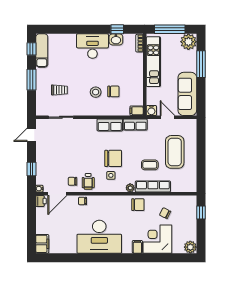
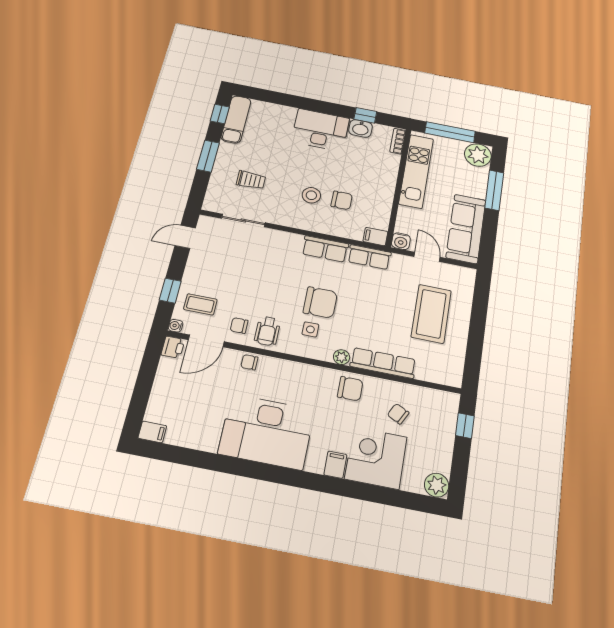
coffee table: (150, 165) -> (200, 304), moved
filing cabinet: (42, 244) -> (152, 432), width x0.50

